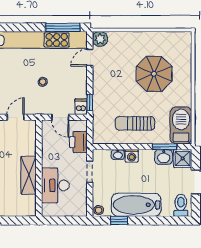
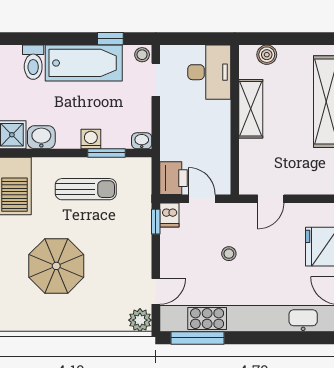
printer: (78, 142) -> (174, 178), moved
window: (165, 147) -> (107, 153), moved
washbasin: (118, 155) -> (142, 141), moved
doorway: (90, 172) -> (156, 80), moved
desk: (55, 185) -> (209, 72), moved
toilet: (181, 205) -> (33, 62), moved
boiler: (18, 210) -> (267, 55), added

